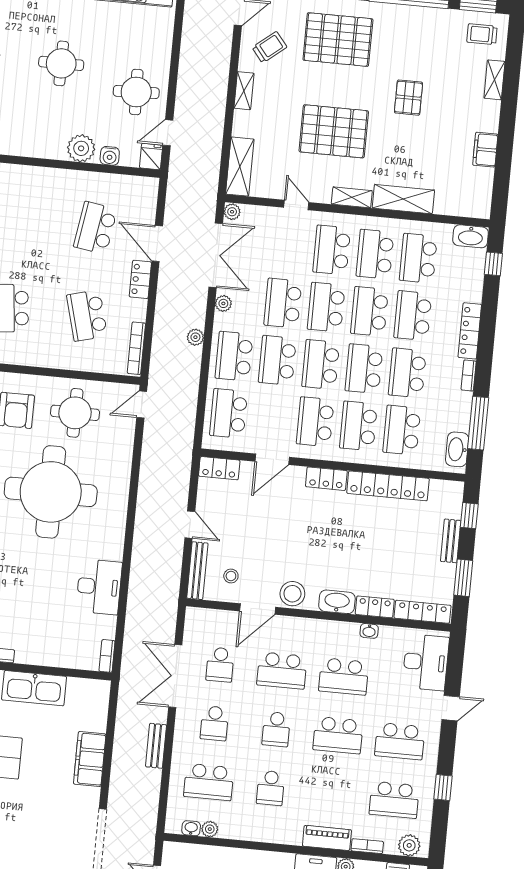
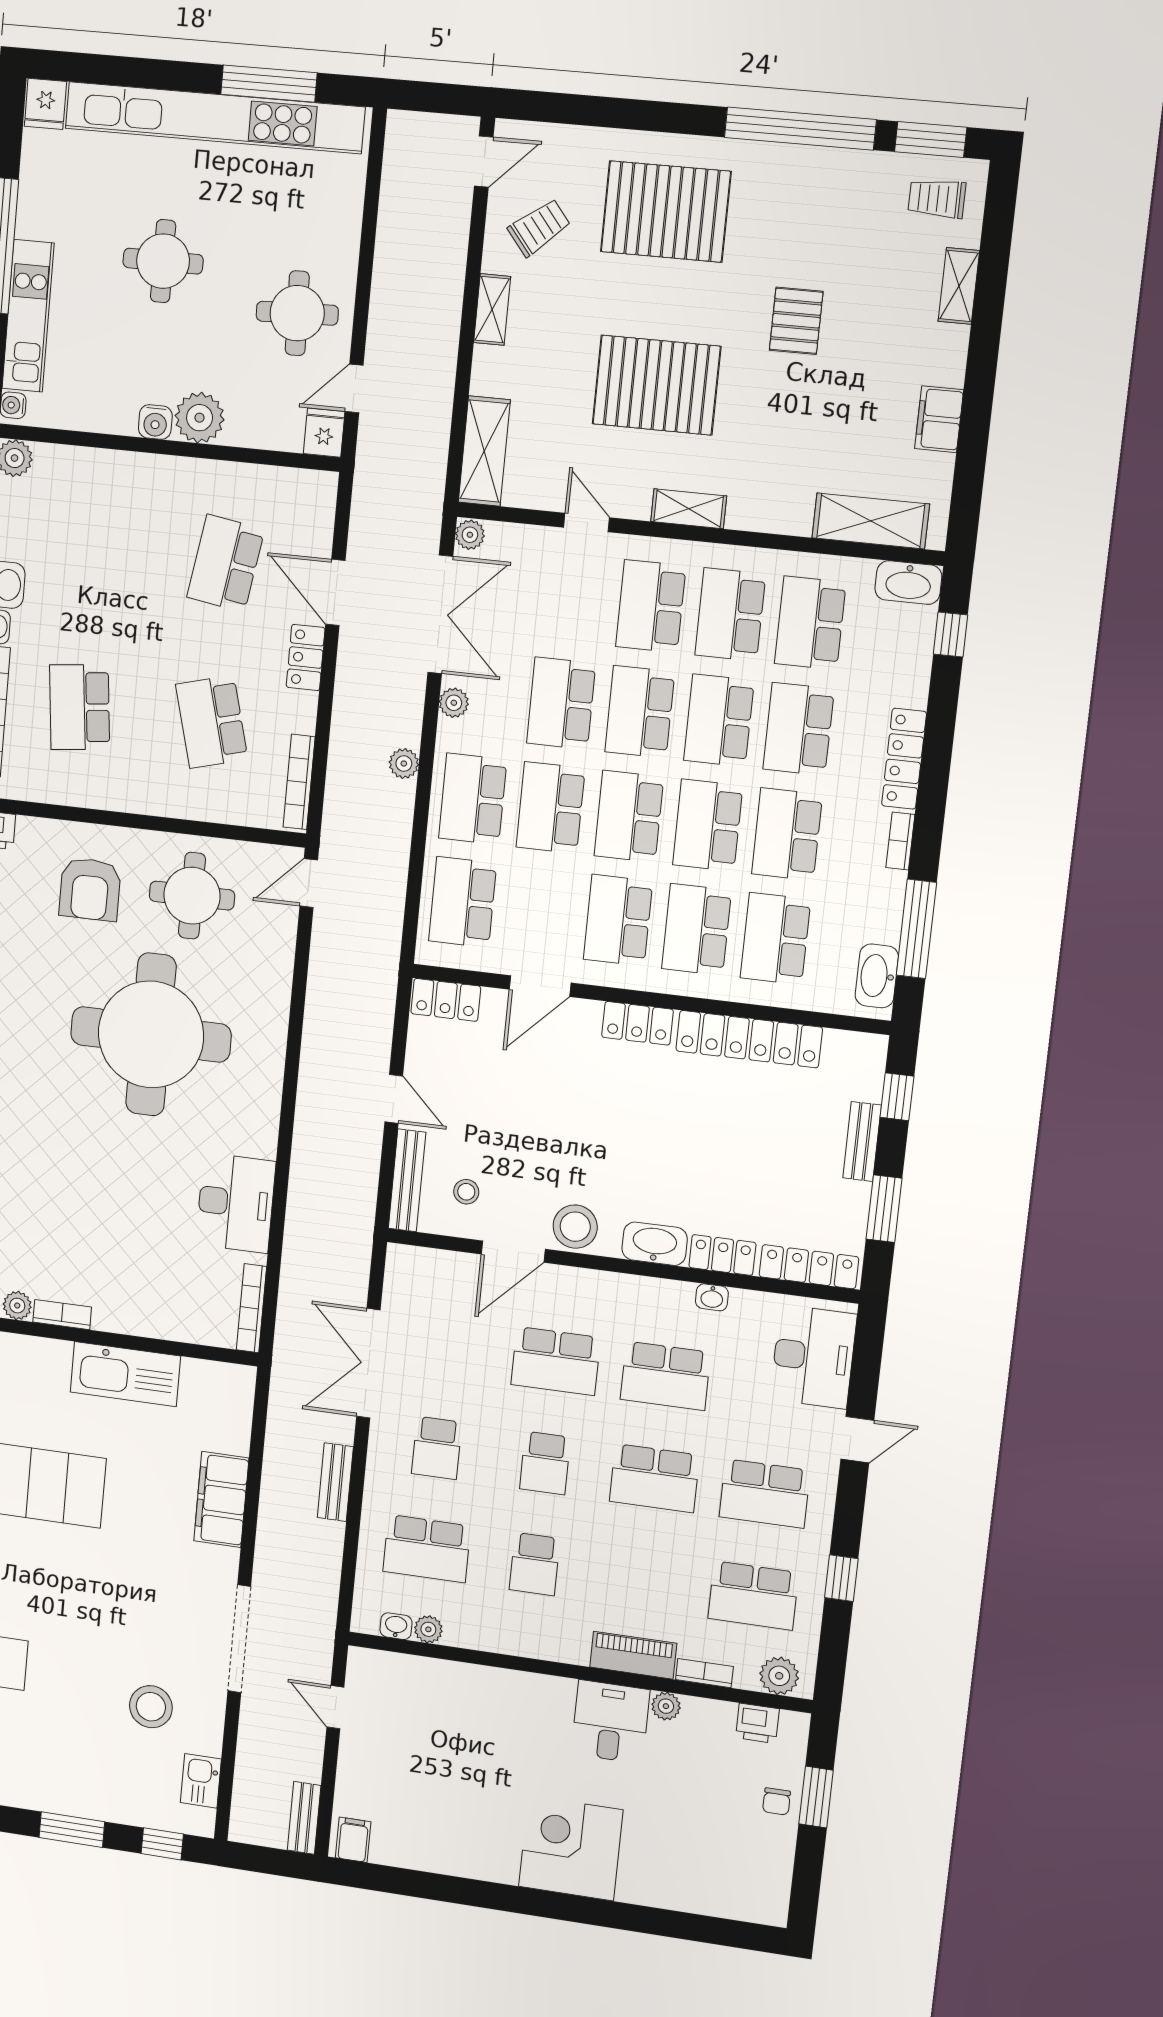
water cooler: (110, 156) -> (155, 422), moved
shelving: (403, 199) -> (871, 521), moved
bookcase: (107, 656) -> (251, 1308), width x1.56
school desk: (220, 665) -> (447, 1346), removed

